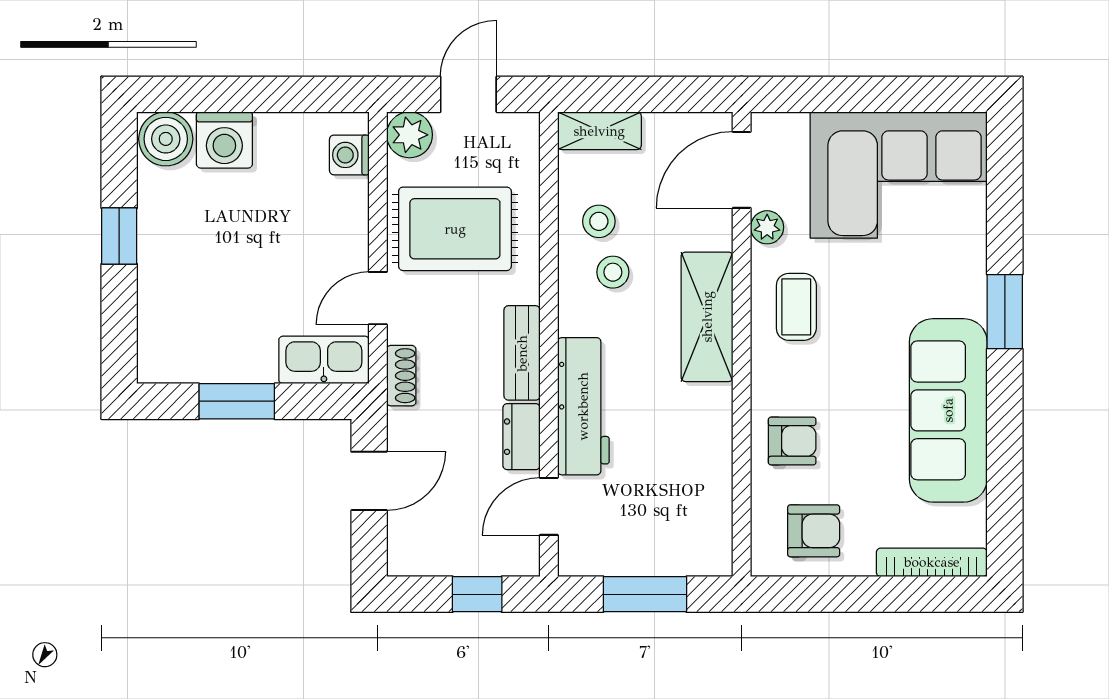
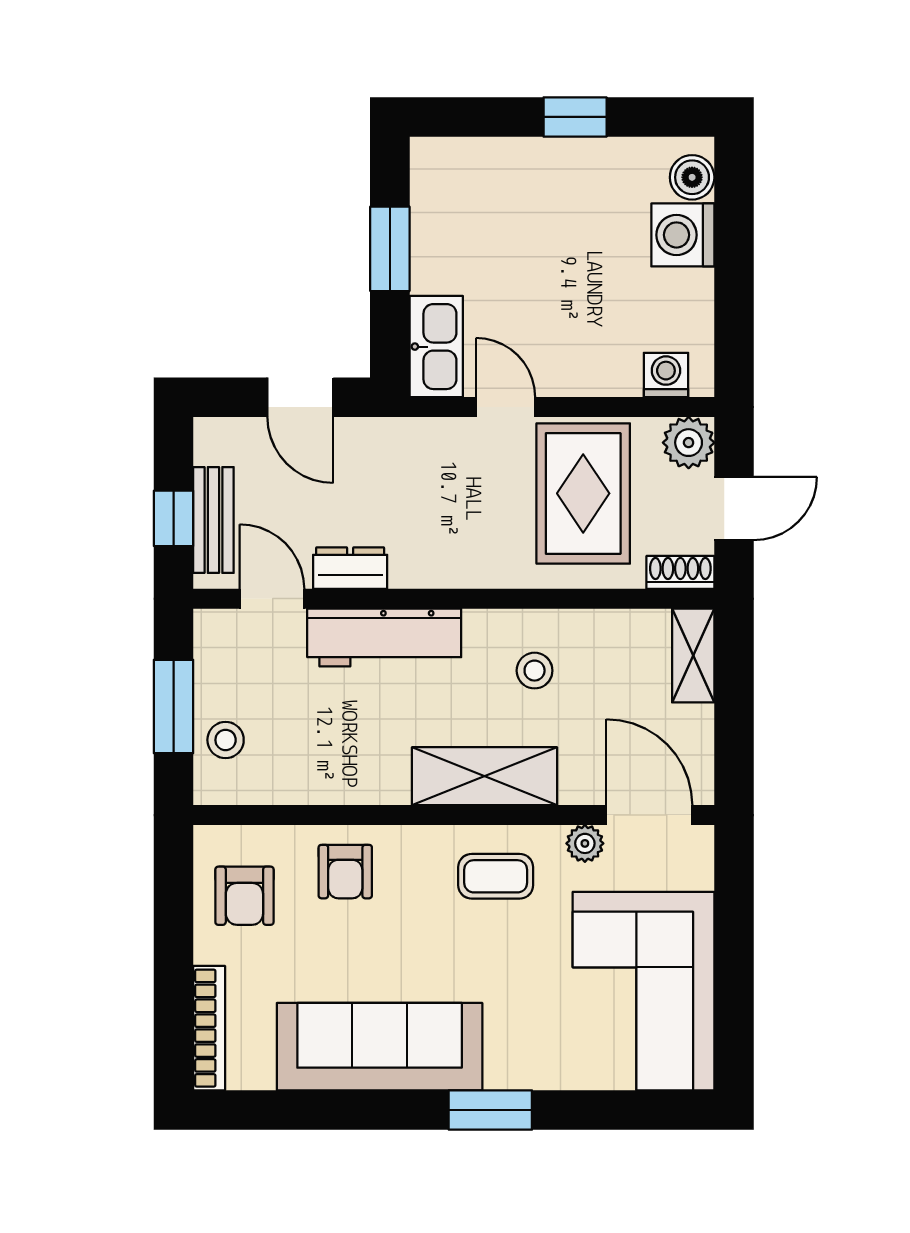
door: (468, 94) -> (734, 509), hinge flipped
boiler: (166, 139) -> (692, 177), width x0.73, depth x0.73
stool: (599, 221) -> (226, 740), moved
bench: (522, 353) -> (213, 520), moved, turned 90
shoe rack: (401, 376) -> (680, 572), moved, turned 180

